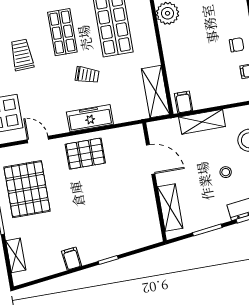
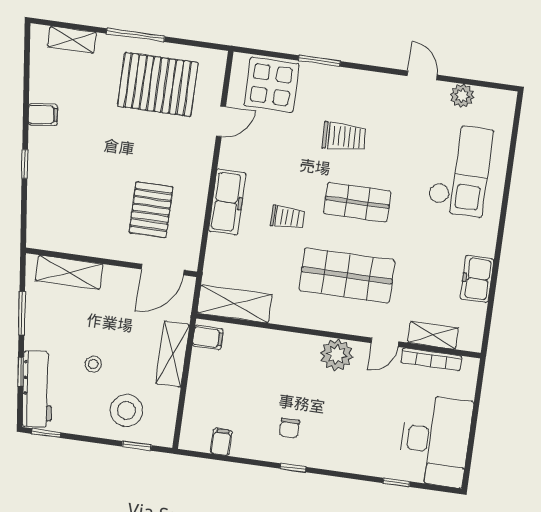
chair: (237, 45) -> (289, 428), moved
trolley: (87, 75) -> (288, 217), turned -109
pallet: (85, 154) -> (151, 210), moved
door: (151, 159) -> (163, 270), moved

